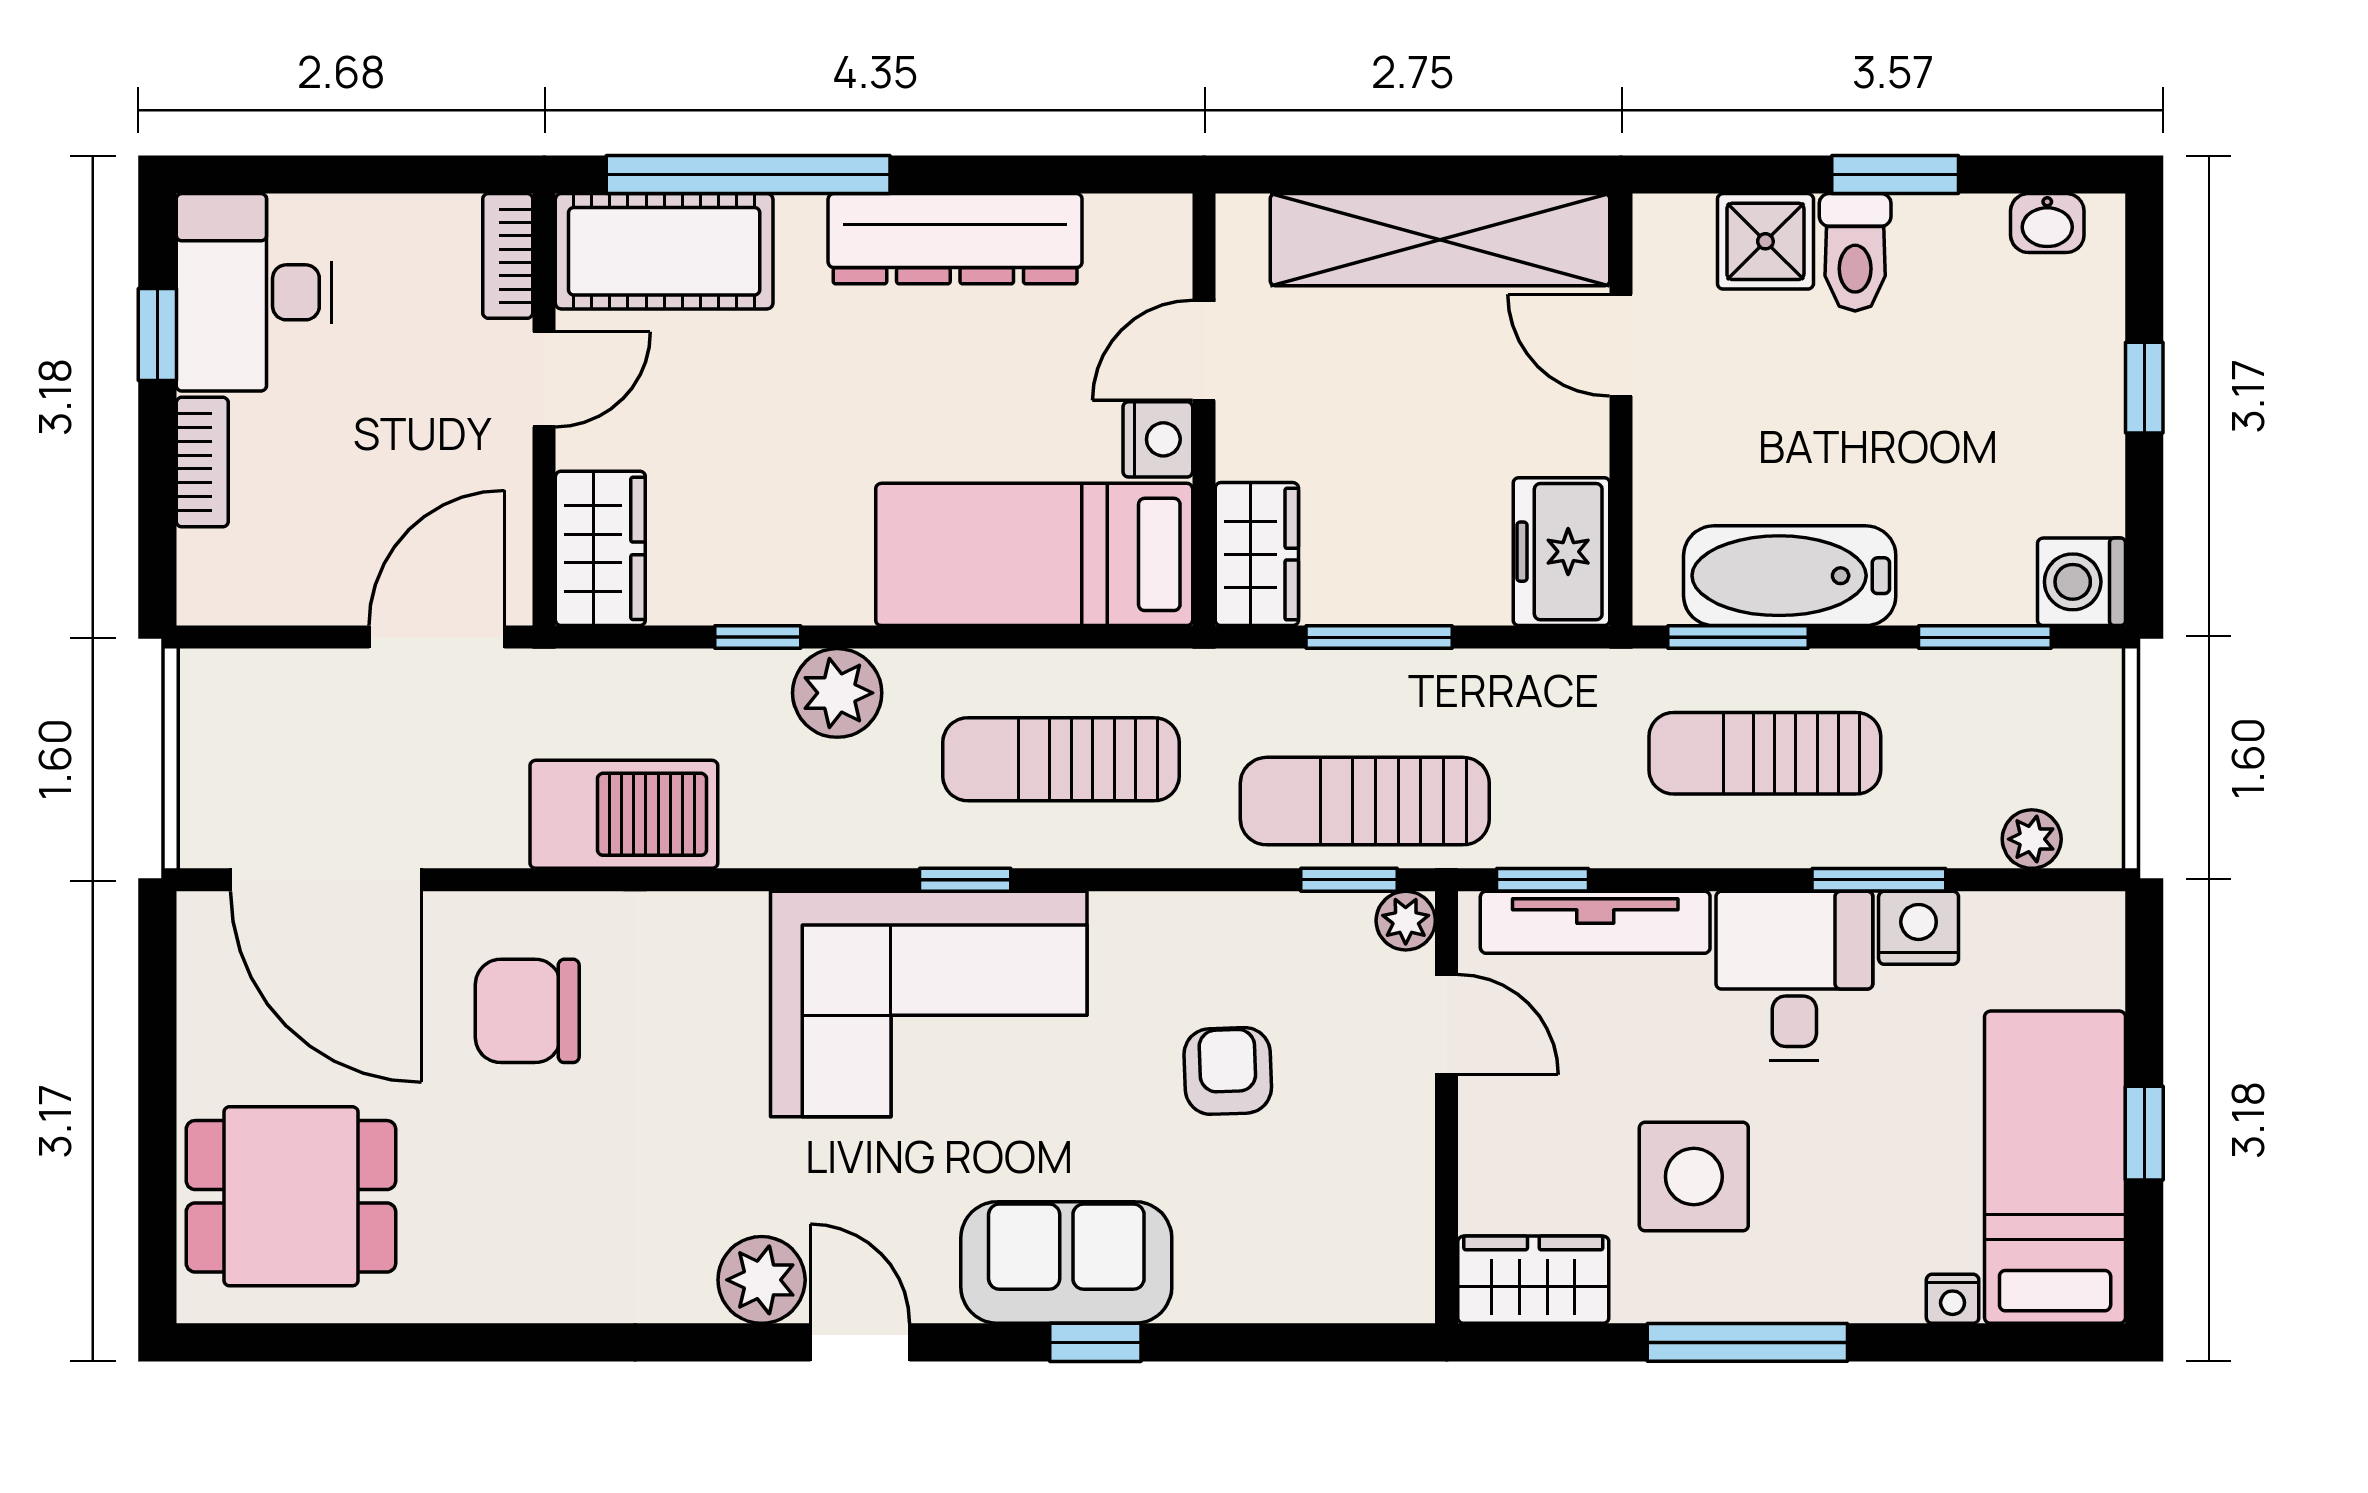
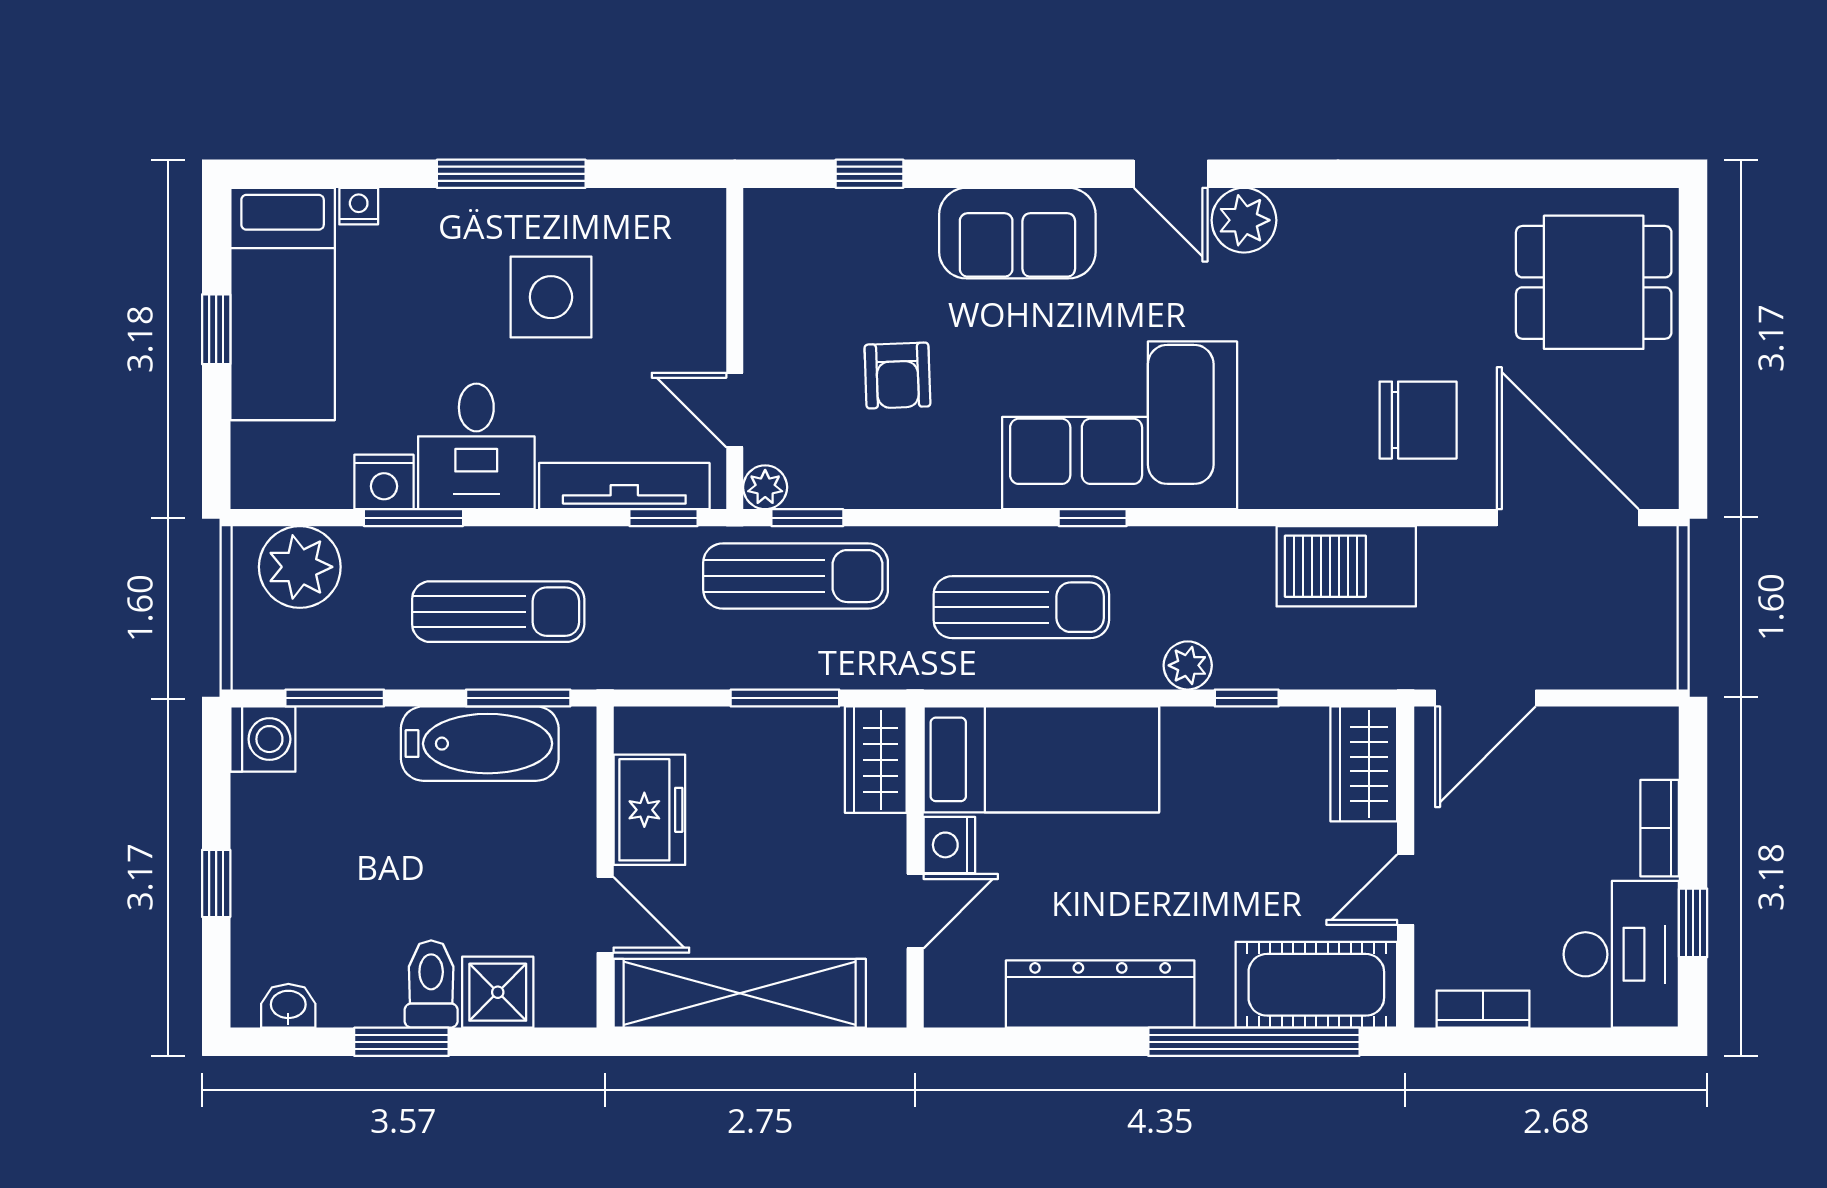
bookcase: (508, 256) -> (1483, 1009), moved, turned -90
freezer: (1561, 552) -> (649, 810), moved
plant: (837, 693) -> (1188, 665), width x0.73, depth x0.73
plant: (2032, 839) -> (300, 567), width x1.88, depth x1.88
wardrobe: (1533, 1280) -> (670, 220), removed
window: (1095, 1342) -> (870, 174), moved

